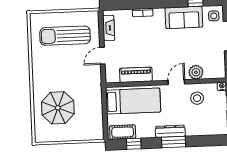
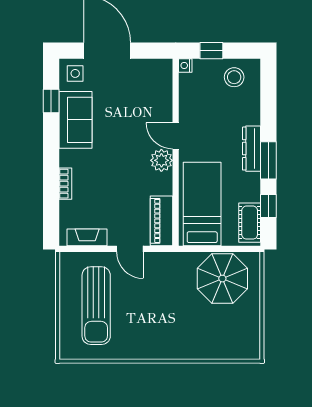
plant: (196, 72) -> (161, 160), moved
piano: (136, 75) -> (162, 221), moved
stool: (197, 98) -> (234, 77), moved
parasol: (58, 108) -> (222, 279), moved
window: (174, 142) -> (268, 160), moved

